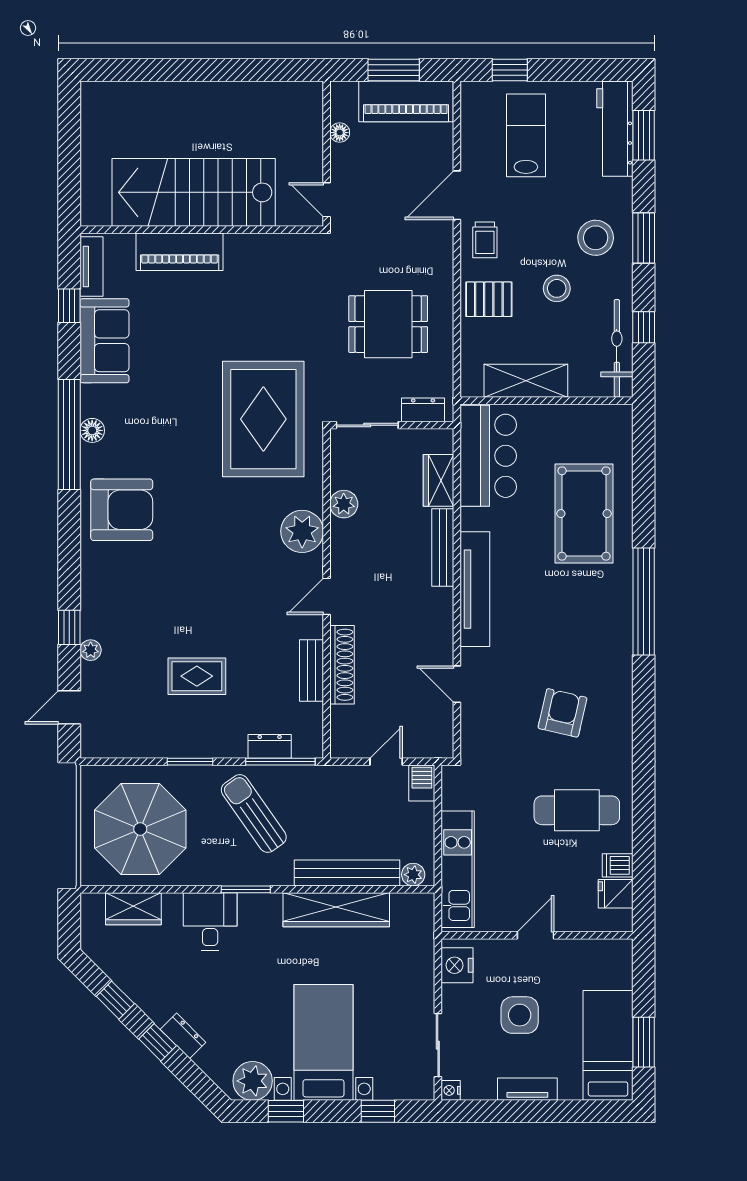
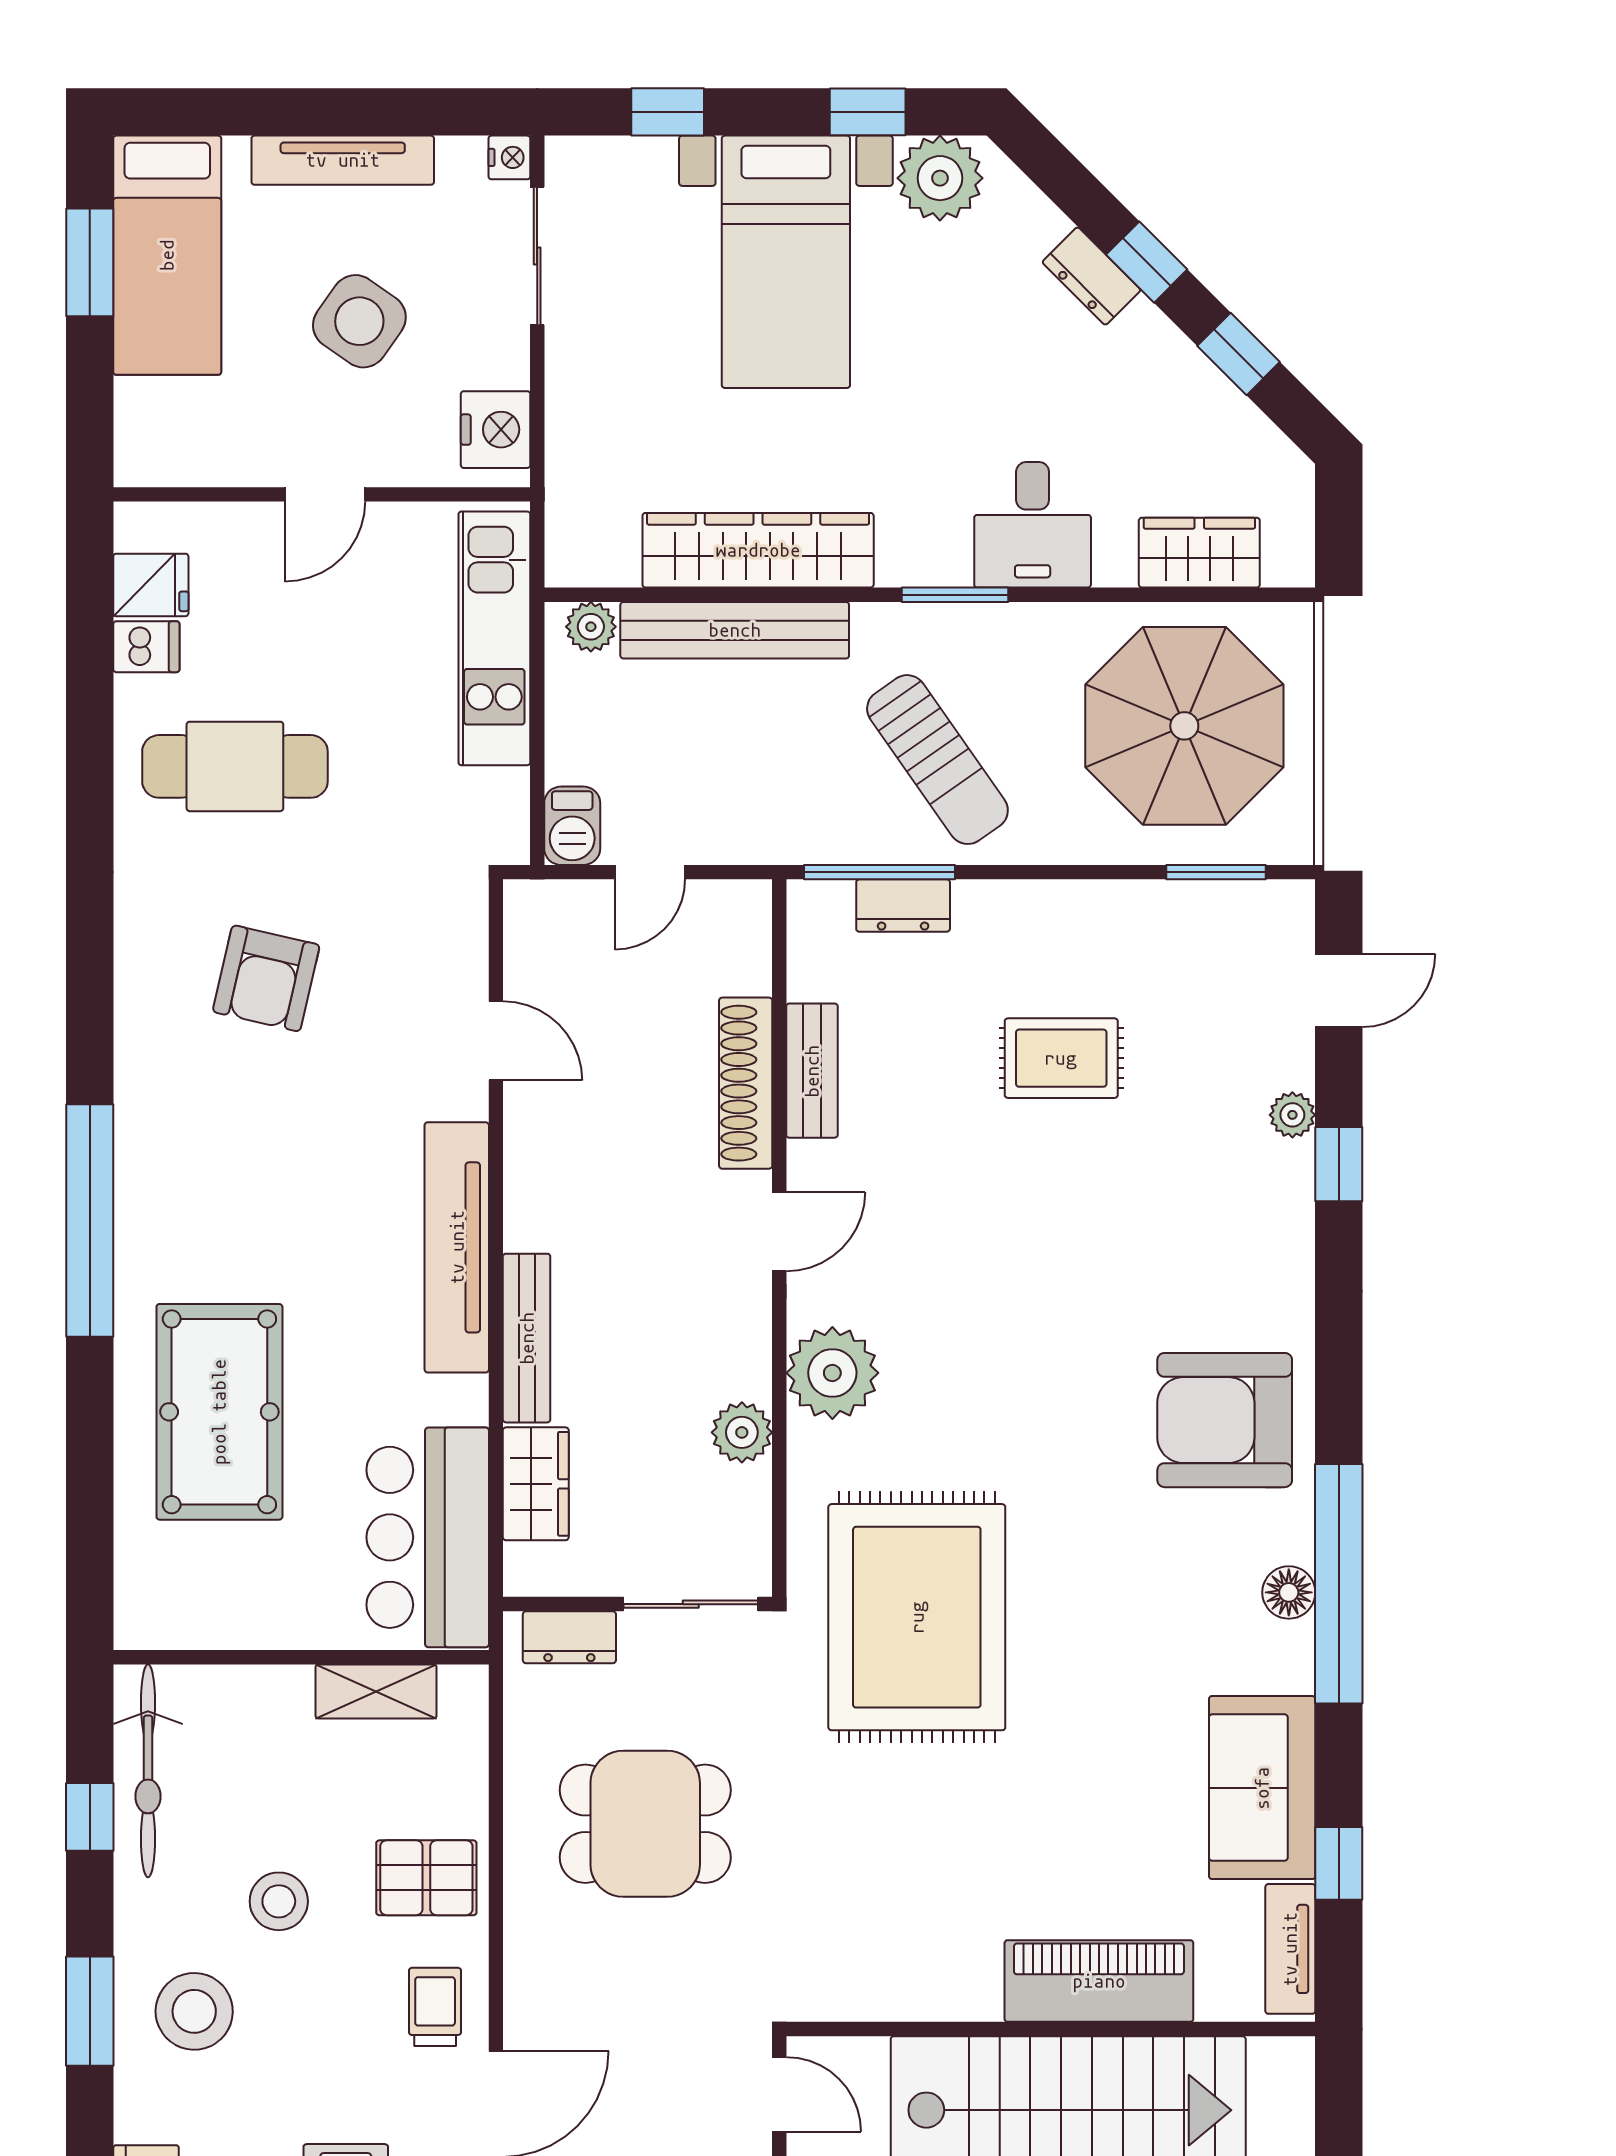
shelving: (526, 381) -> (376, 1691), width x0.67, depth x0.75
window: (190, 762) -> (1216, 872), moved
side table: (520, 1015) -> (359, 321), turned 35
tv unit: (527, 1089) -> (343, 160), width x1.41

